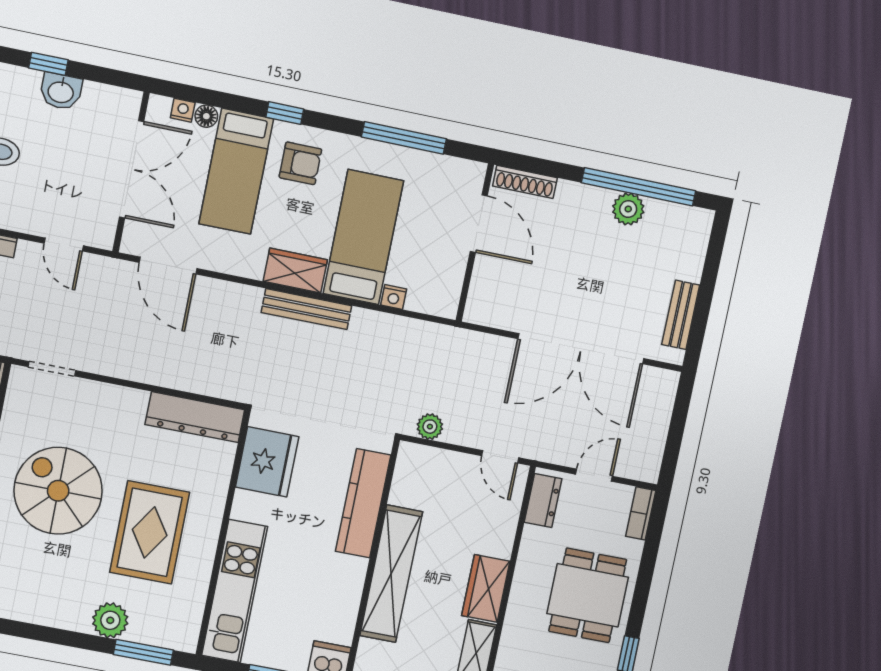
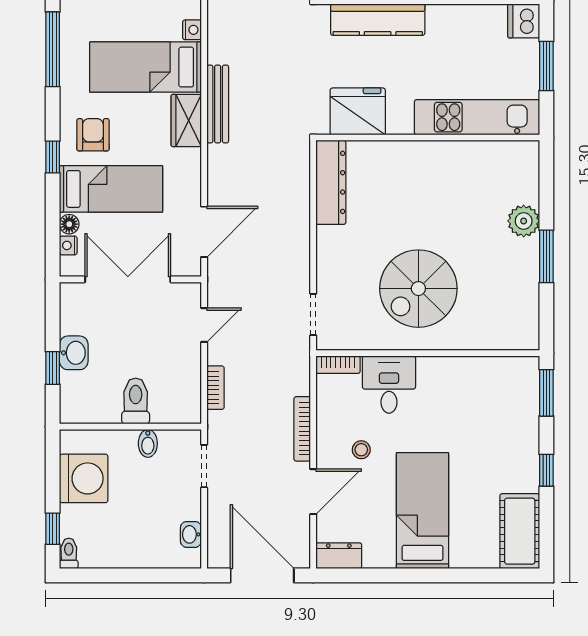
rug: (150, 532) -> (440, 202), removed
window: (143, 652) -> (546, 256), moved

